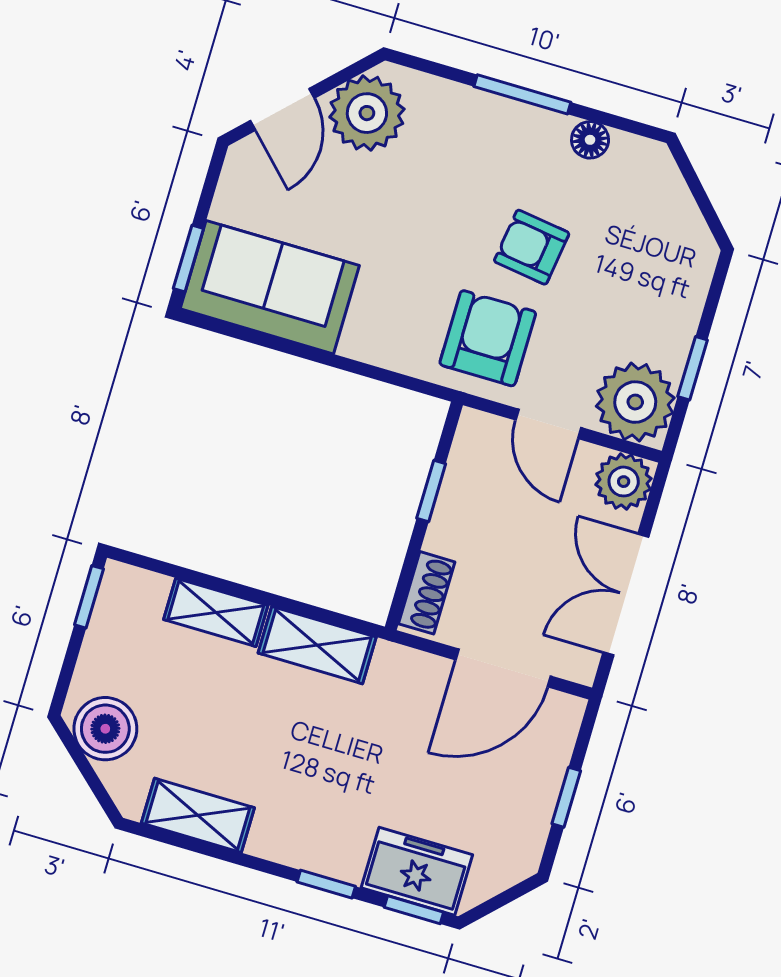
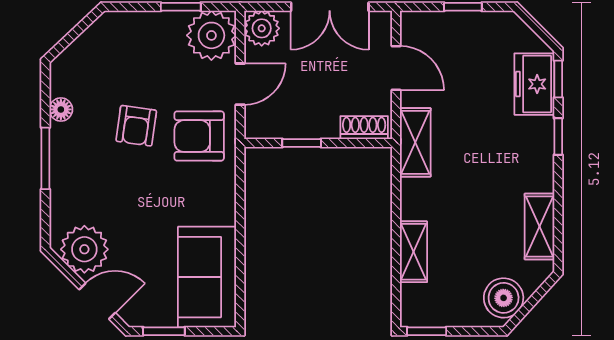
window: (188, 259) -> (164, 331), moved
shelving: (317, 645) -> (415, 142), moved
door: (503, 668) -> (396, 68), width x0.73

